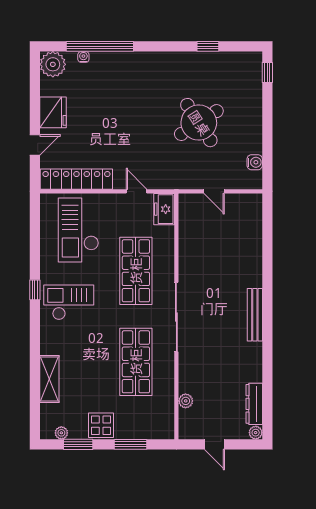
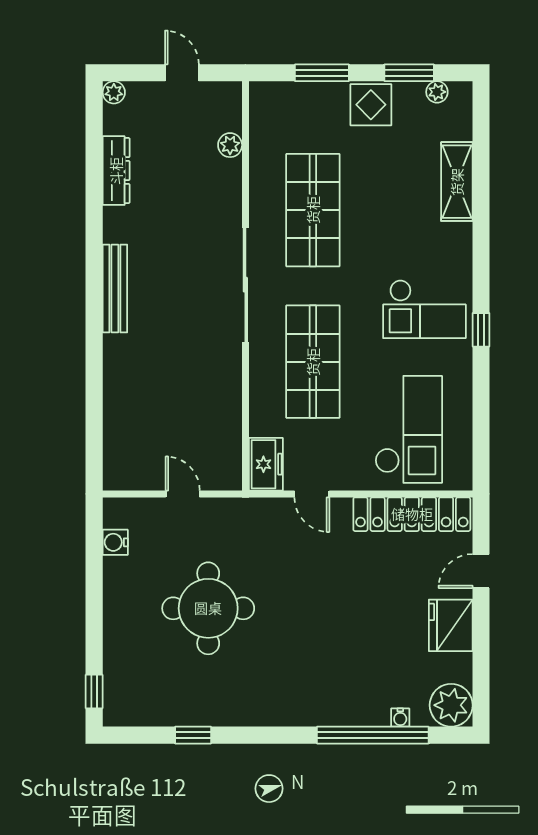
round table: (199, 123) -> (208, 608), turned 33
dresser: (254, 404) -> (116, 171), moved

